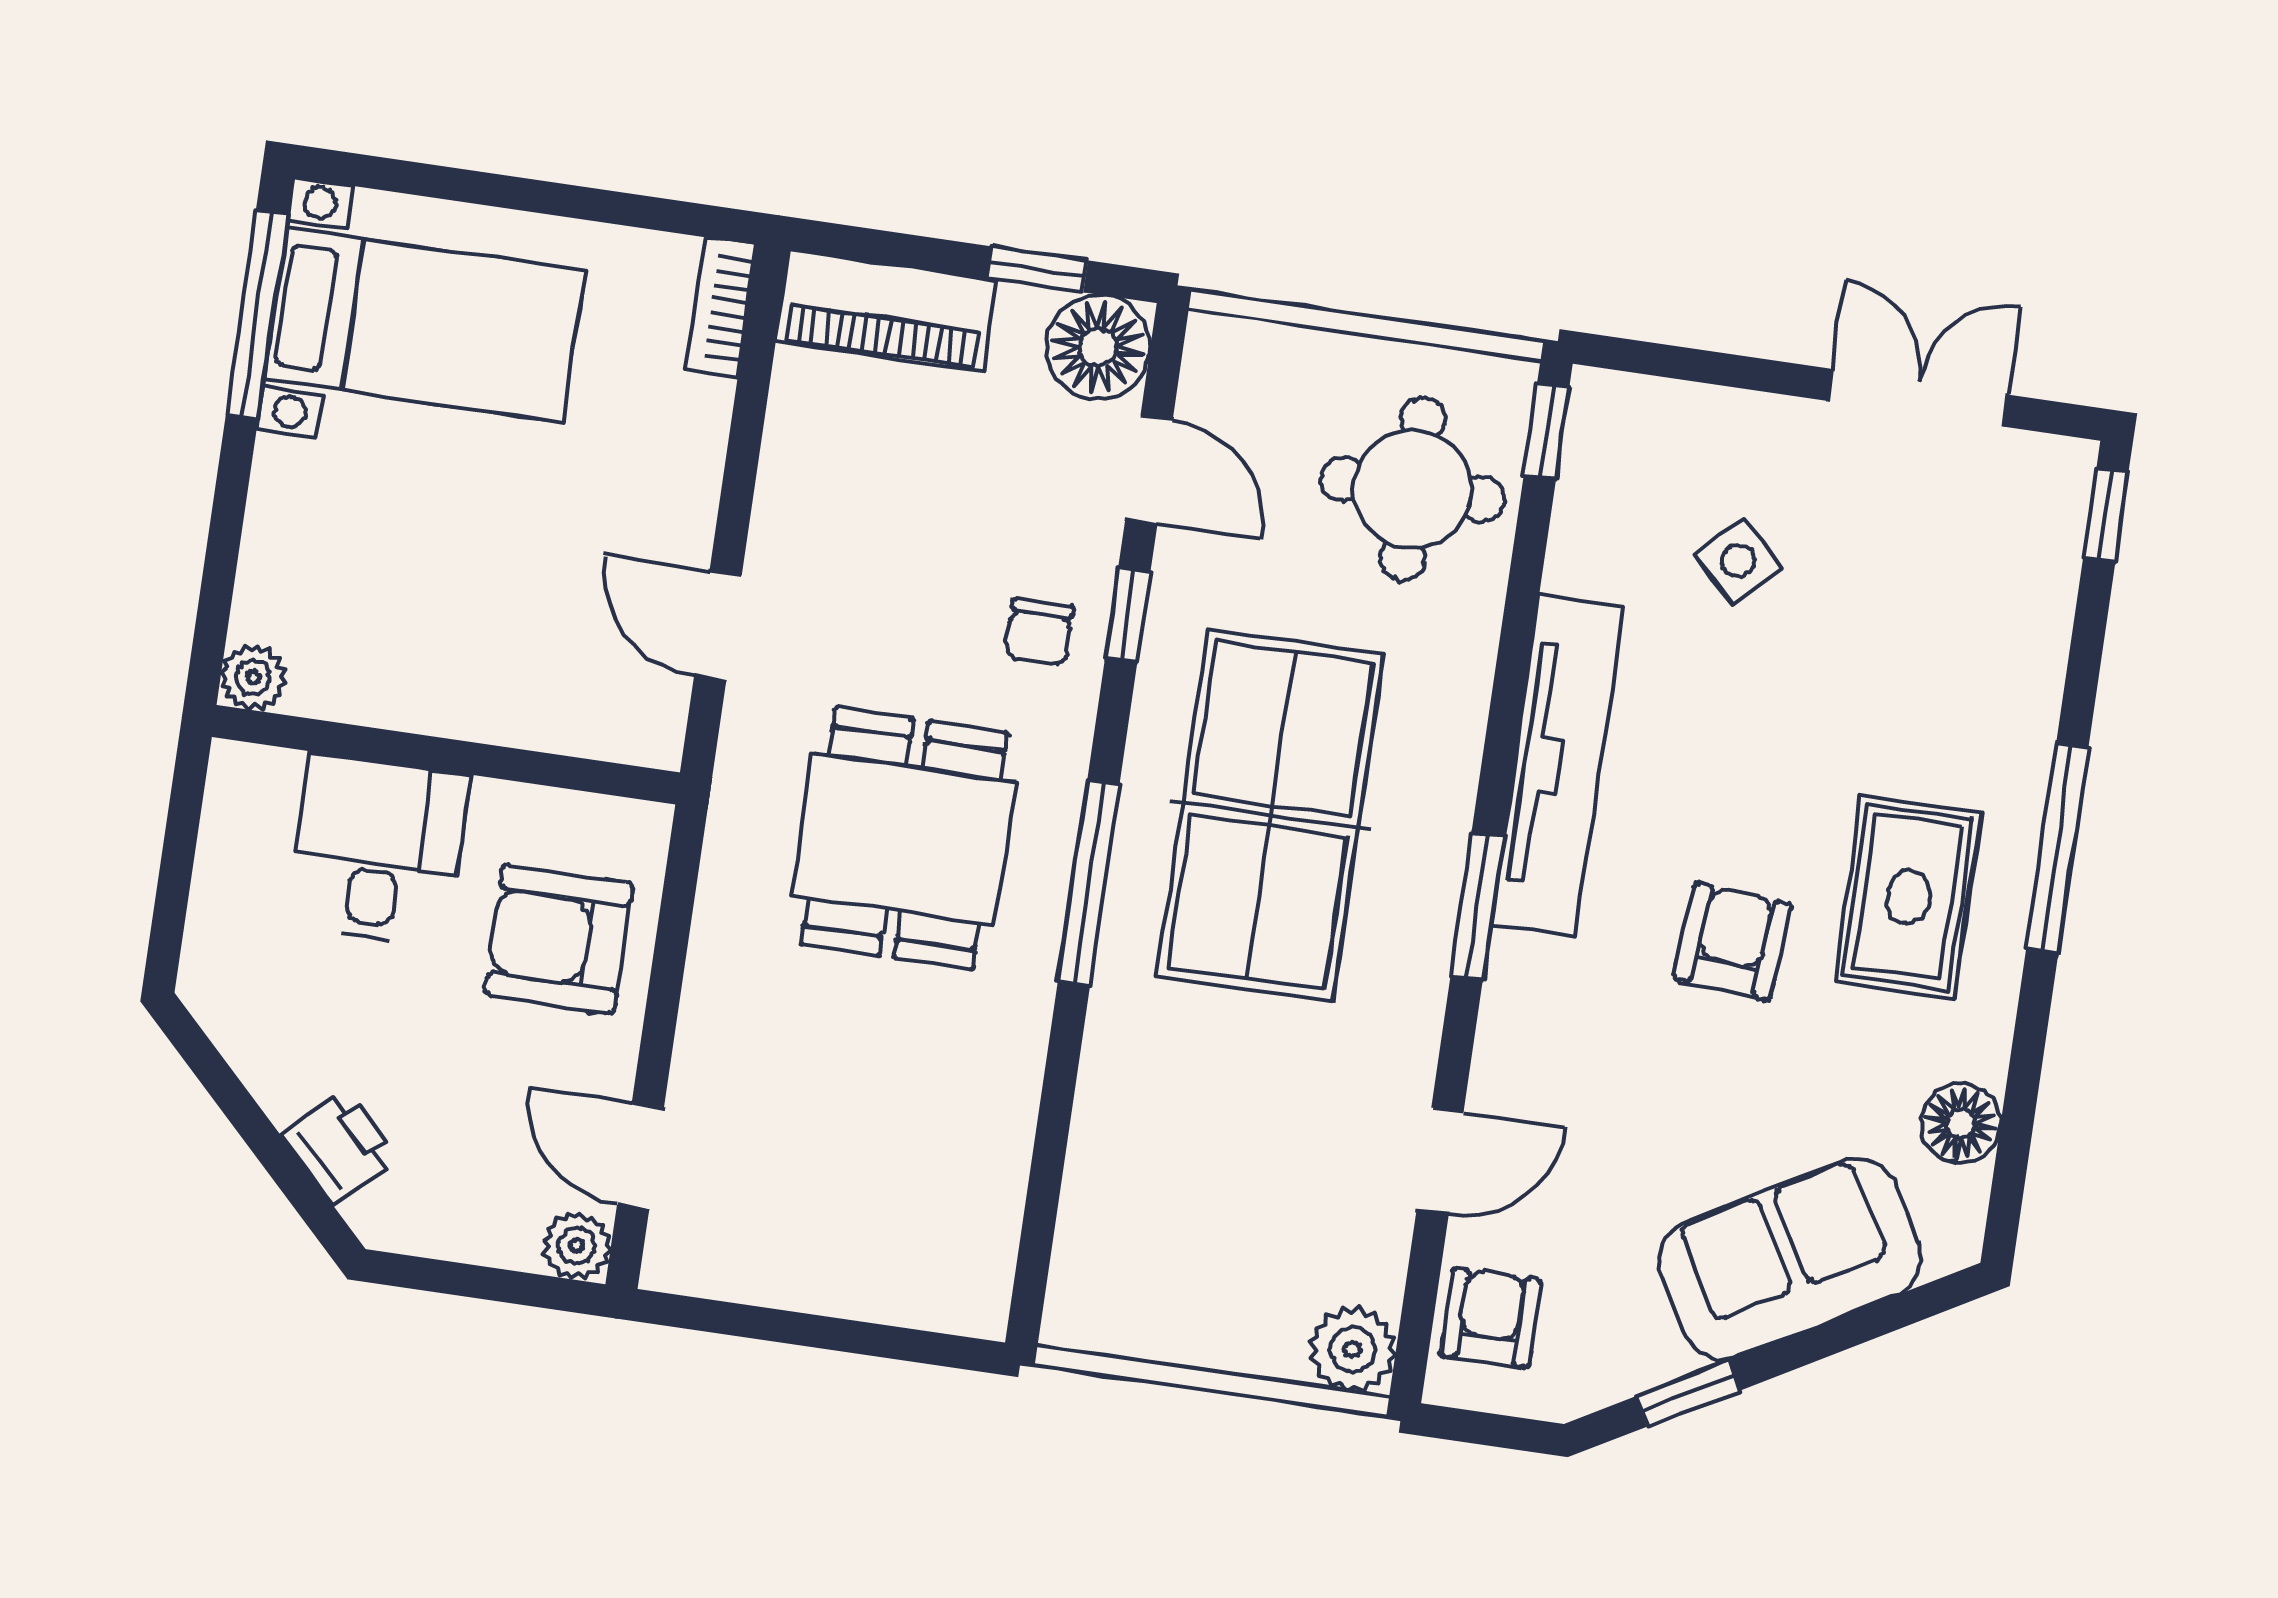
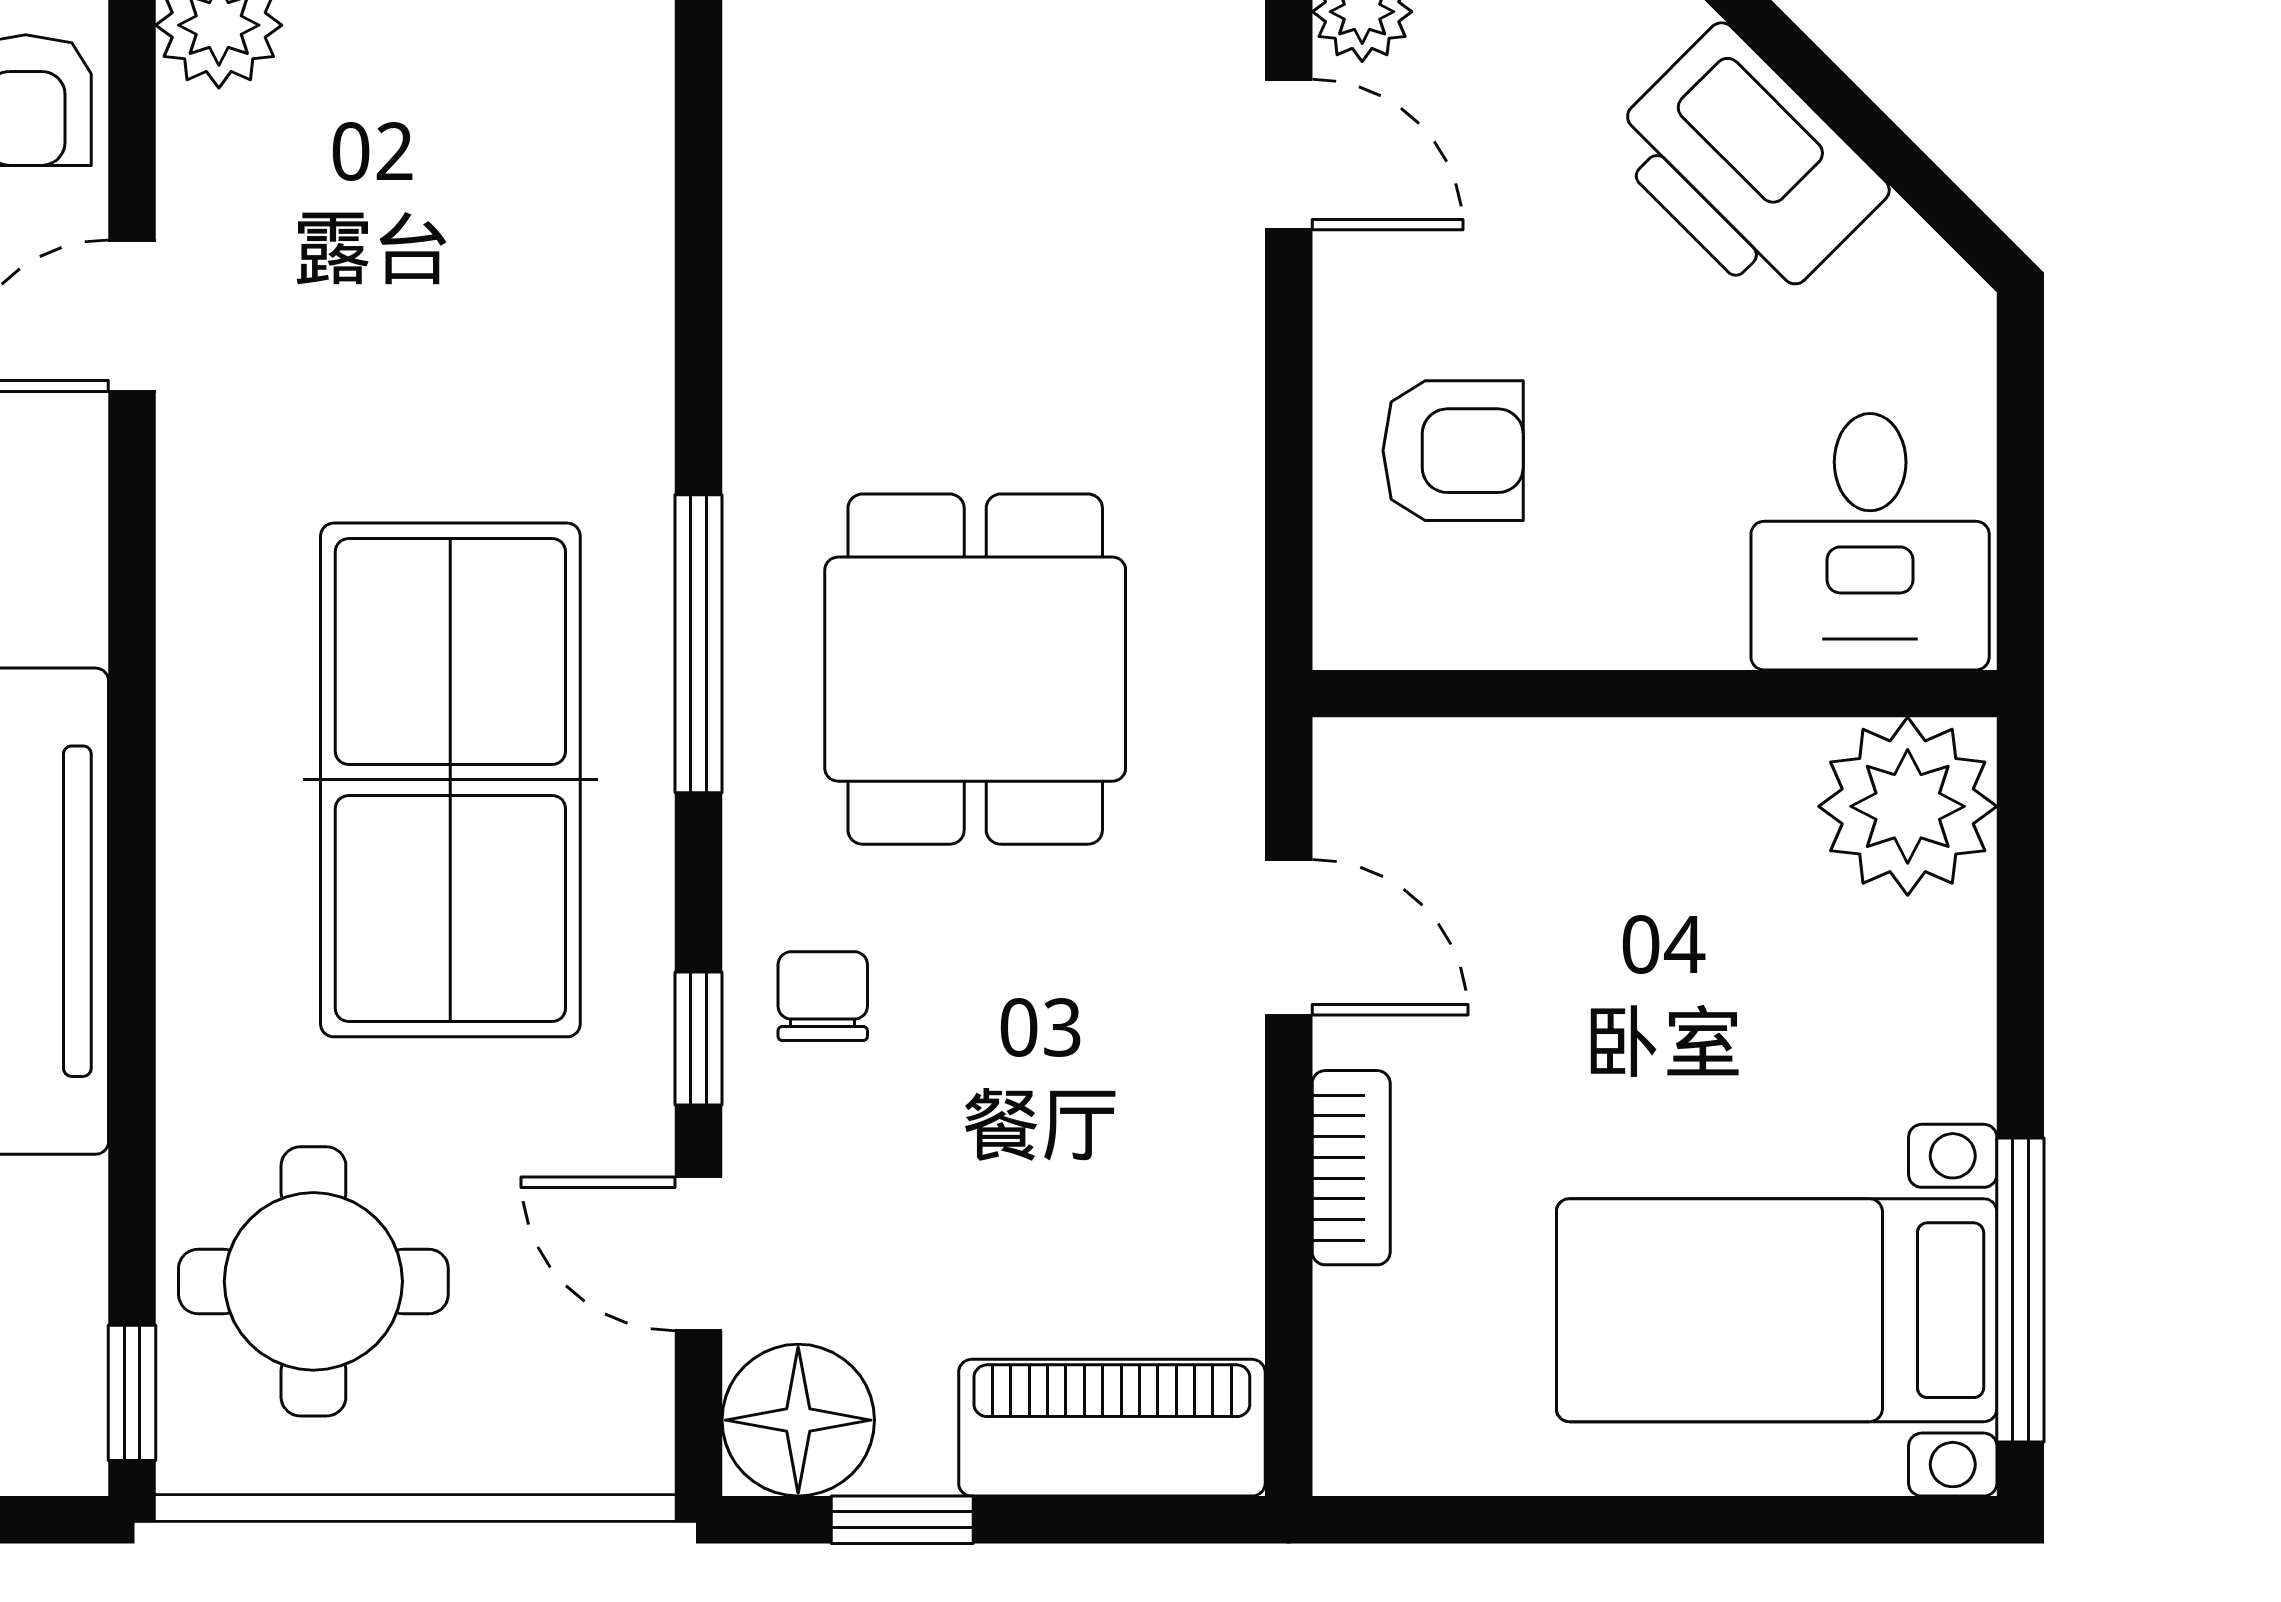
bookcase: (721, 307) -> (1351, 1168), moved
plant: (253, 677) -> (1908, 806), width x1.87, depth x1.87
desk: (378, 850) -> (1870, 542), moved
window: (1477, 906) -> (132, 692), removed
armchair: (558, 939) -> (1453, 451), width x0.72, depth x0.72
printer: (339, 1146) -> (1746, 166), width x1.87, depth x1.48

